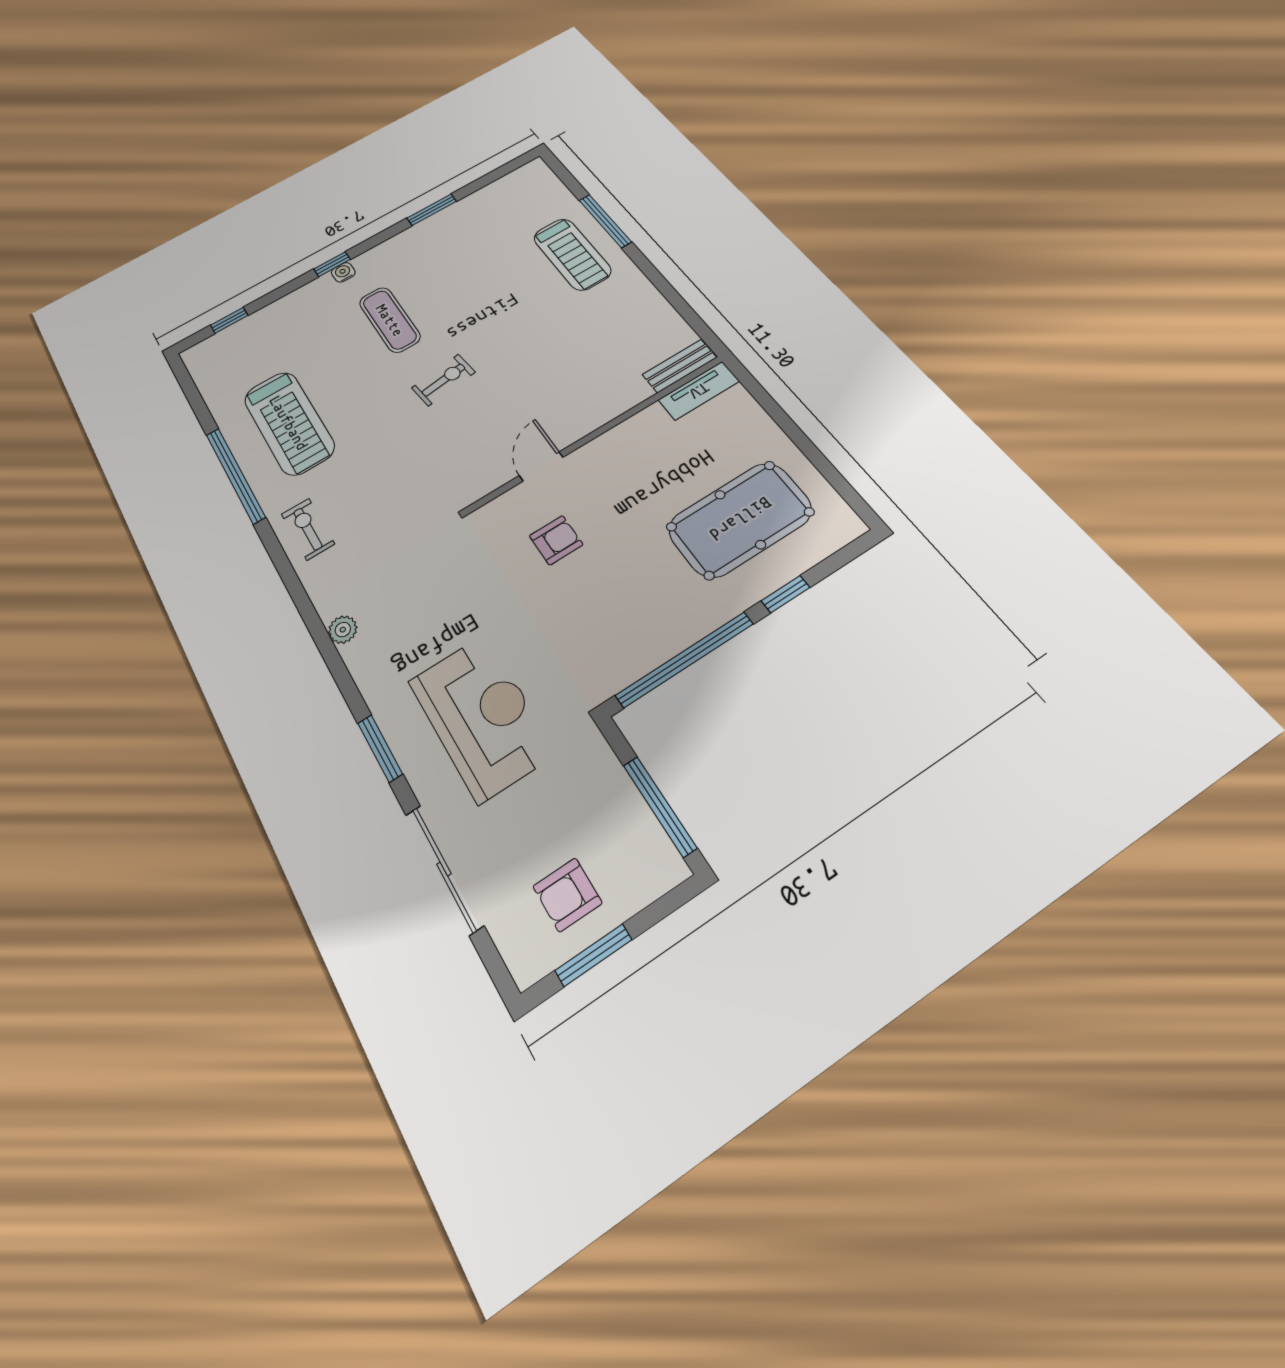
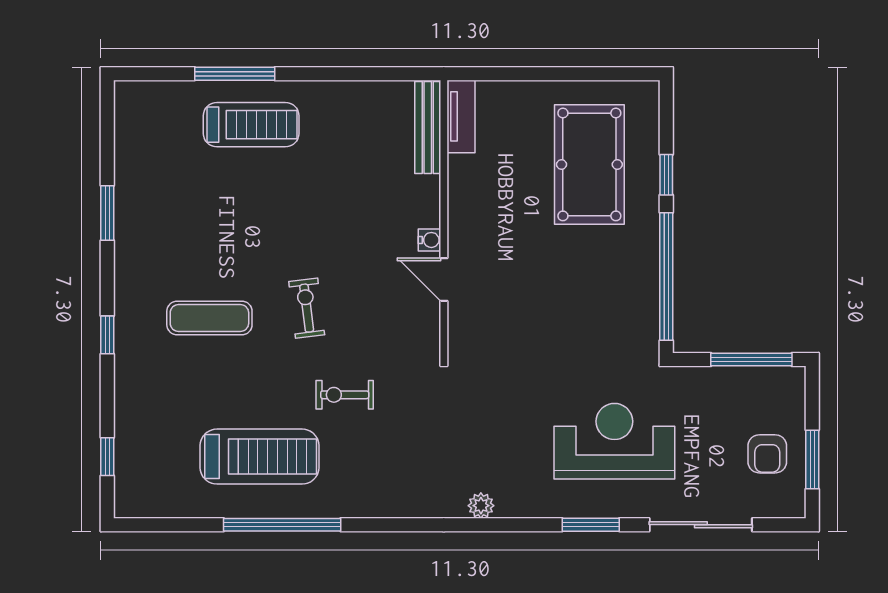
water cooler: (343, 272) -> (430, 240), moved, turned 180
bench: (679, 366) -> (428, 127), width x1.36
exercise bike: (308, 529) -> (345, 395), moved
armchair: (556, 540) -> (515, 307), removed

